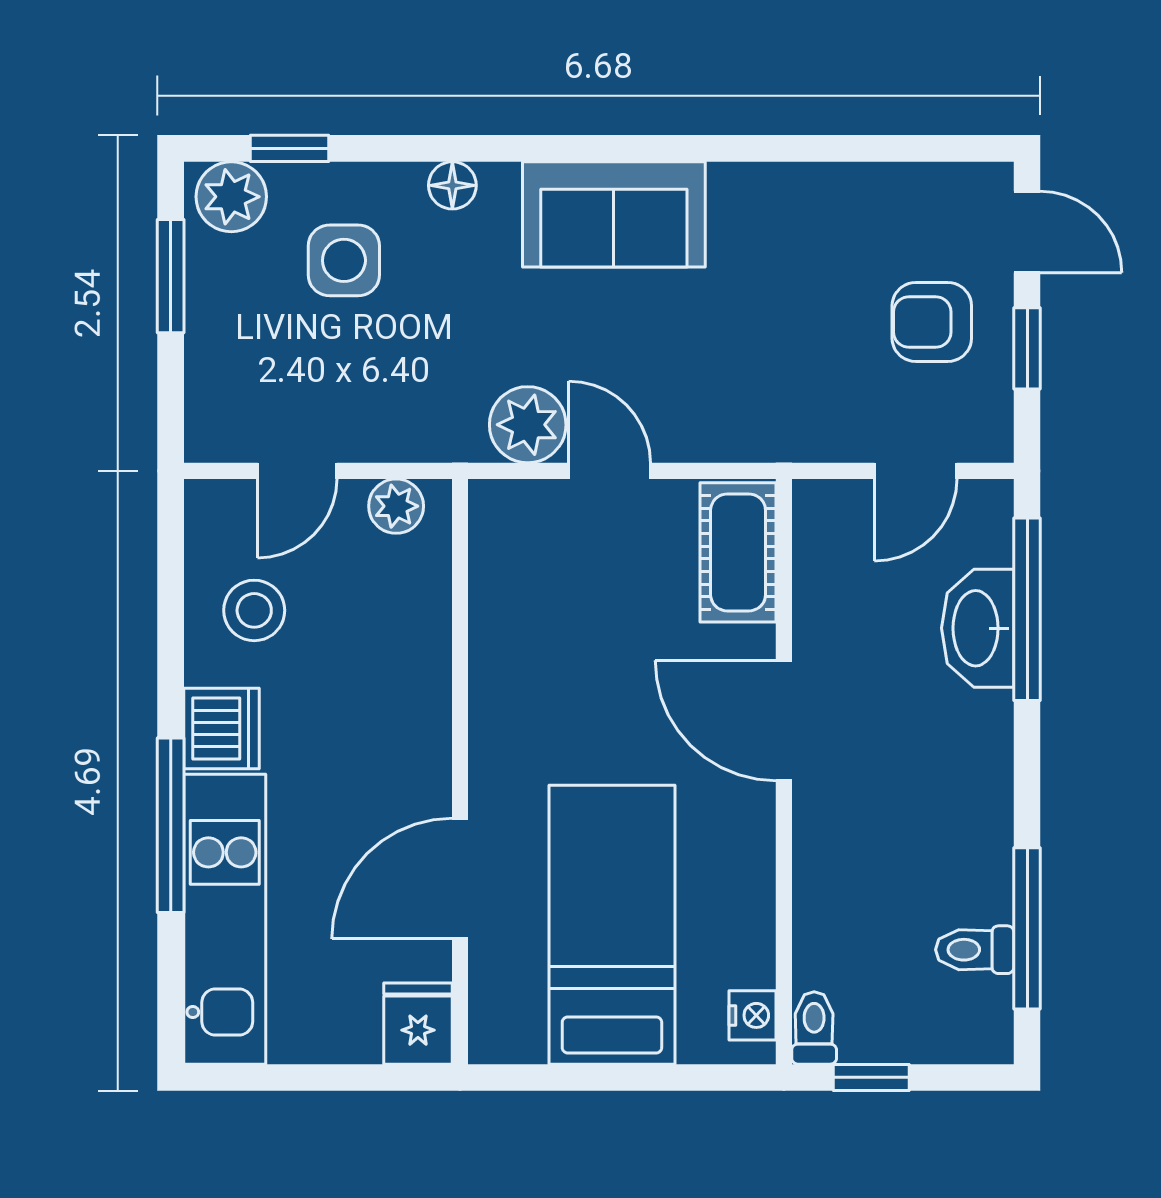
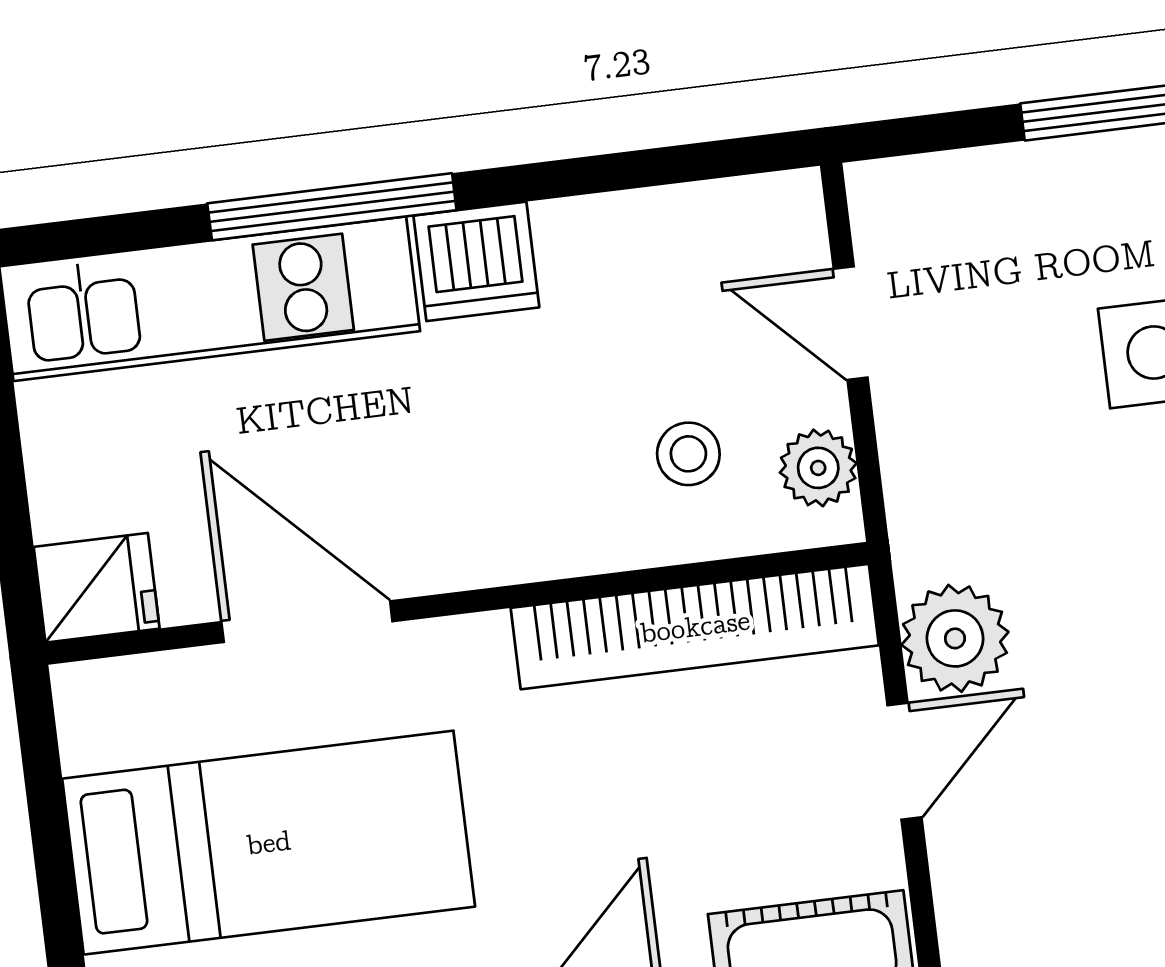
bookcase: (497, 607) -> (695, 627), added
stool: (254, 610) -> (688, 454), moved, width x0.73, depth x0.73

